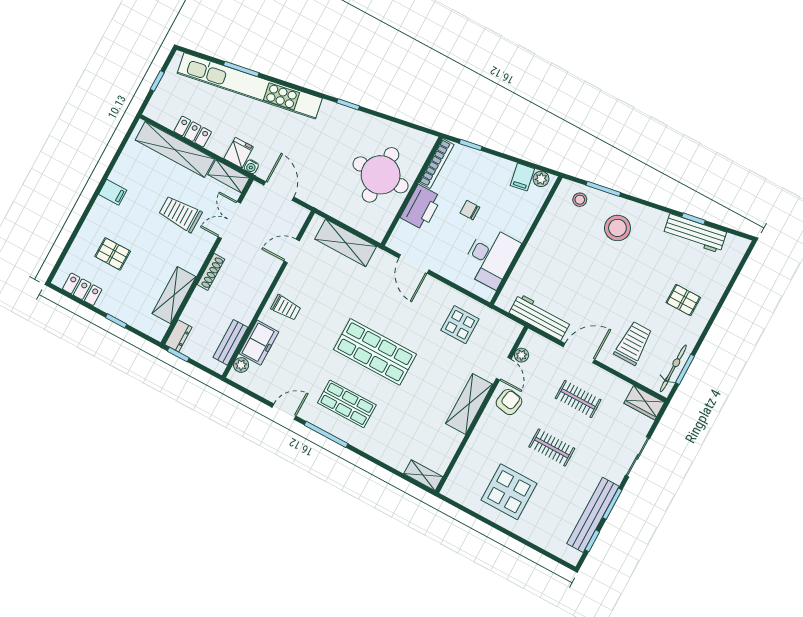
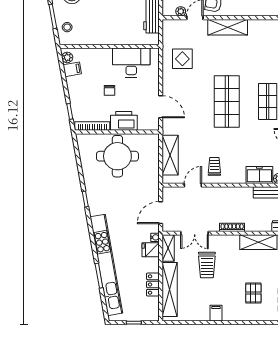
door: (292, 251) -> (193, 185), swing flipped
door: (414, 264) -> (161, 107), hinge flipped
trolley: (286, 308) -> (214, 166), moved

